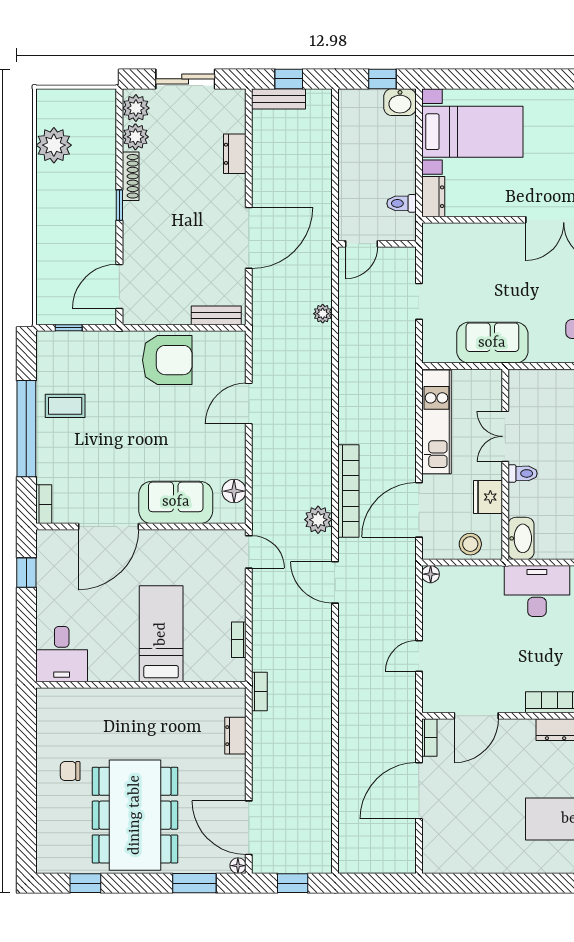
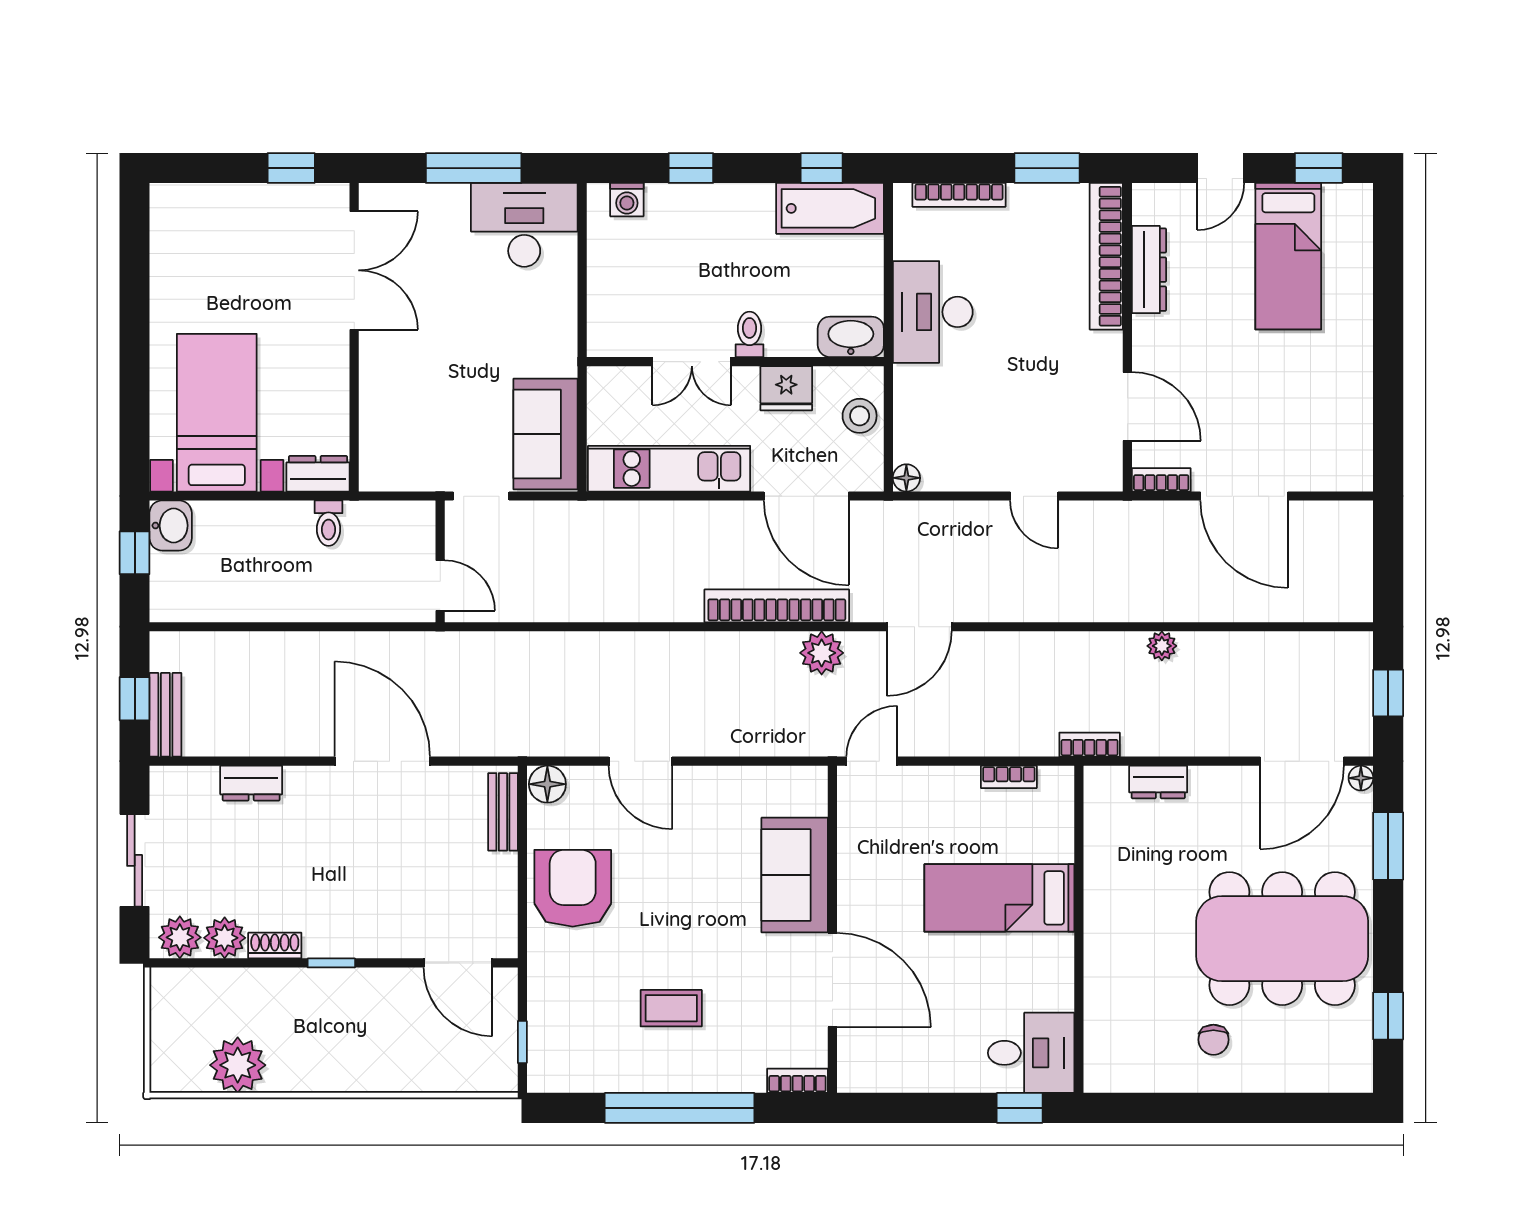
shoe rack: (131, 176) -> (275, 946), width x0.70
door: (362, 244) -> (440, 585), moved
wall: (377, 244) -> (440, 561), moved
plant: (323, 314) -> (1162, 646), moved
sofa: (492, 343) -> (545, 434), moved
coffee table: (65, 406) -> (671, 1008), moved, turned 90
floor lamp: (234, 491) -> (547, 784), moved
window: (26, 573) -> (1020, 1108), moved

